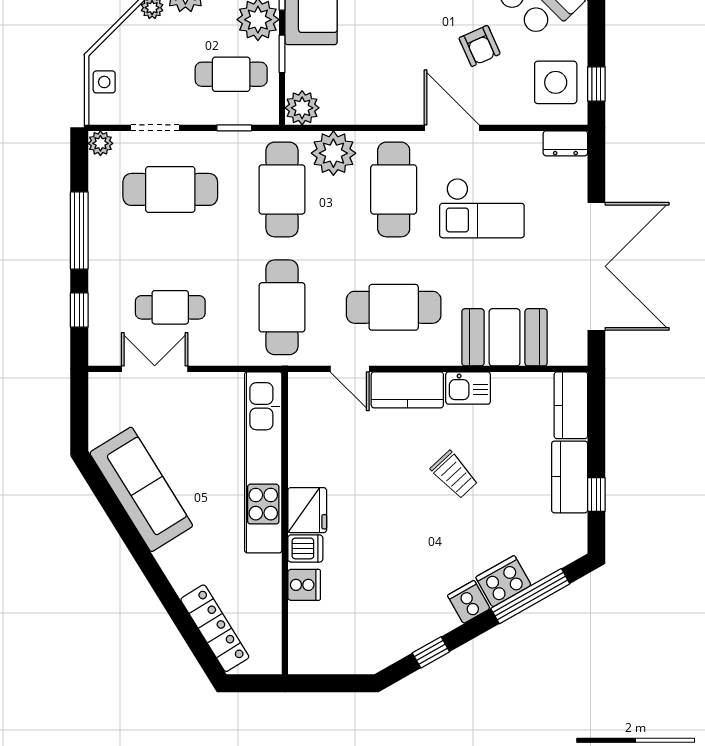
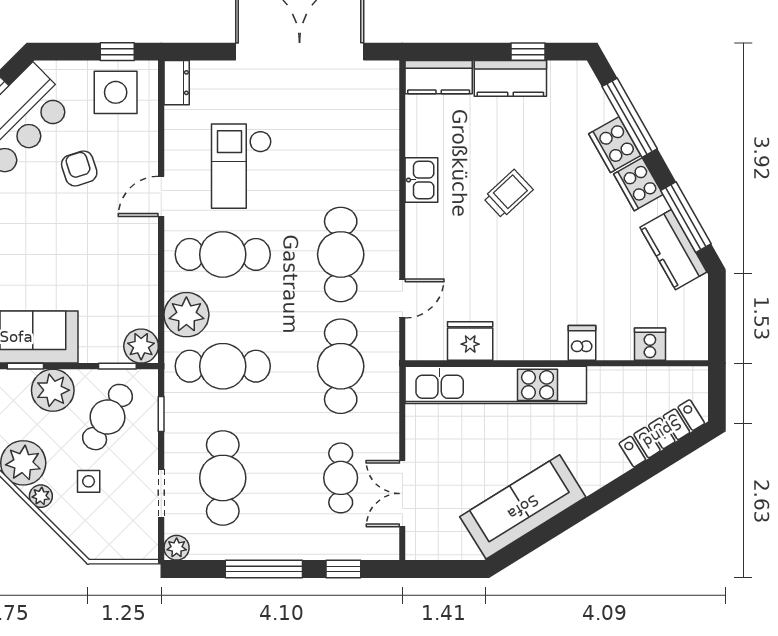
armchair: (480, 46) -> (79, 168), turned -84
window: (282, 54) -> (117, 366), moved
cafe table: (231, 74) -> (107, 417), turned 31
side table: (104, 82) -> (89, 481), moved
door: (452, 128) -> (161, 196), width x0.73
checkout: (482, 208) -> (241, 166), turned 180
cafe table: (282, 307) -> (341, 366), turned 90
booth: (505, 337) -> (371, 144), removed
kitchen counter: (407, 390) -> (673, 250), moved, turned 150
fridge: (307, 510) -> (470, 341), moved
cooker: (304, 585) -> (650, 344), moved
cooker: (469, 602) -> (638, 184), width x1.36
window: (431, 652) -> (686, 217), width x2.17

